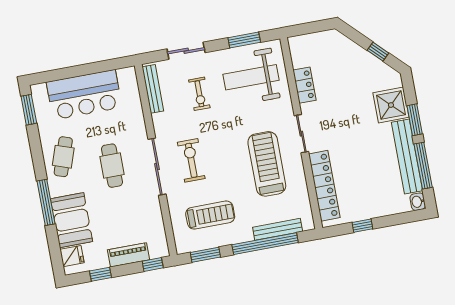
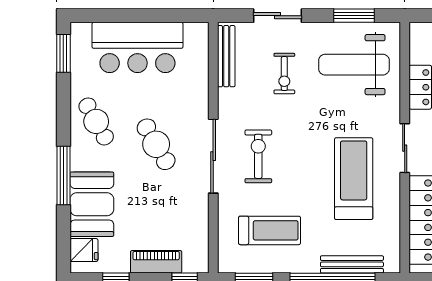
cafe table: (63, 157) -> (96, 121), turned -48
cafe table: (112, 166) -> (156, 144), turned -30

